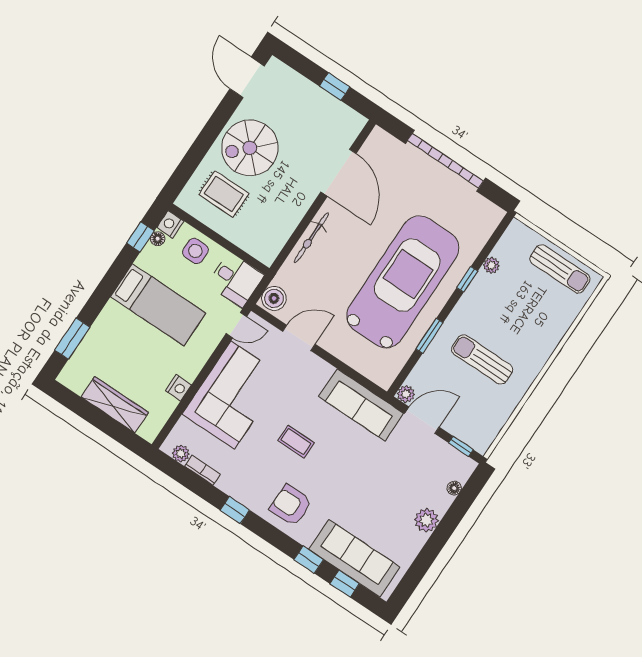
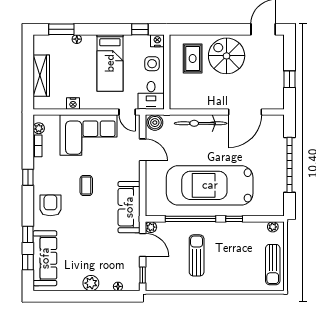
bicycle: (311, 238) -> (201, 123), width x1.37, depth x1.40
floor lamp: (158, 239) -> (77, 39), moved
plant: (491, 265) -> (273, 227), moved
car: (403, 282) -> (210, 185), turned 180
window: (429, 336) -> (190, 219), width x2.11

